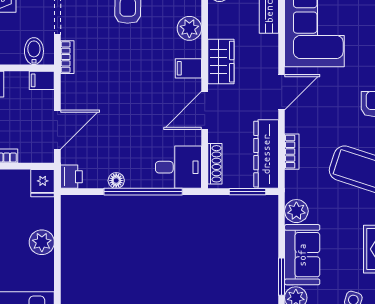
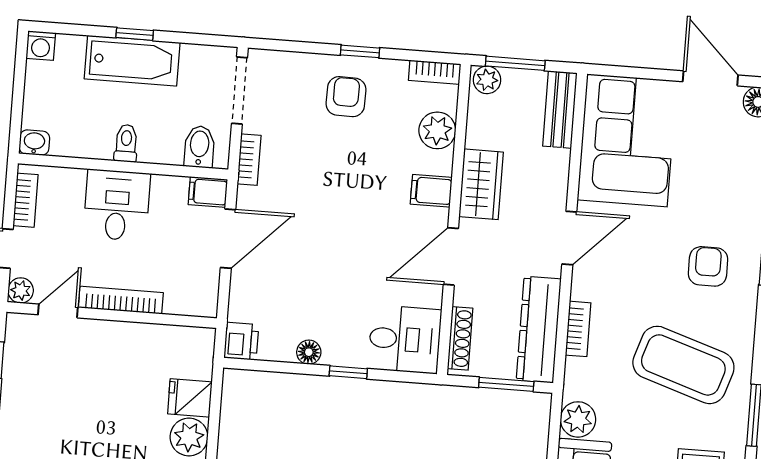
door: (57, 130) -> (228, 239), moved
fridge: (43, 183) -> (190, 398), moved, turned 90
window: (143, 192) -> (348, 372), width x0.32

